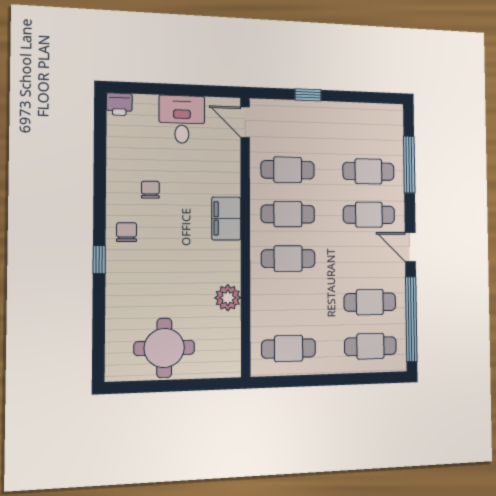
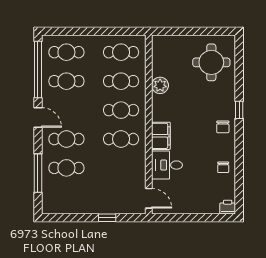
desk: (182, 119) -> (167, 165), moved, turned 90
cafe table: (288, 170) -> (121, 81), moved
chair: (150, 190) -> (223, 167), moved
round table: (164, 348) -> (211, 62), moved

